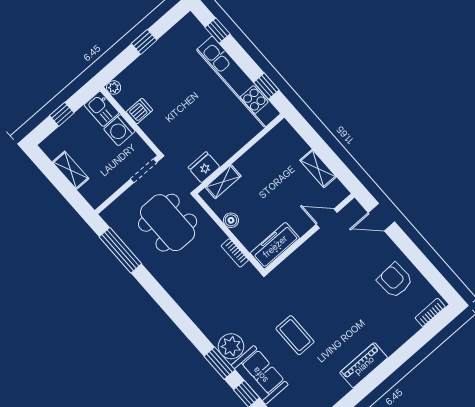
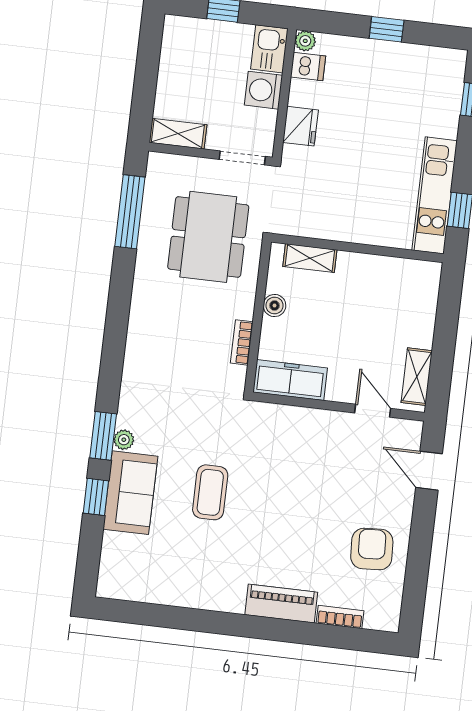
kitchen unit: (238, 82) -> (435, 195), width x0.73
dishwasher: (139, 111) -> (308, 67), moved
fridge: (204, 167) -> (300, 126), moved, turned 90
shelving: (318, 169) -> (417, 377), moved
shelving: (71, 170) -> (178, 134), moved, turned 90
bookcase: (430, 312) -> (340, 617), moved
plant: (231, 346) -> (124, 440), width x0.53, depth x0.53
piano: (364, 365) -> (281, 604), moved

